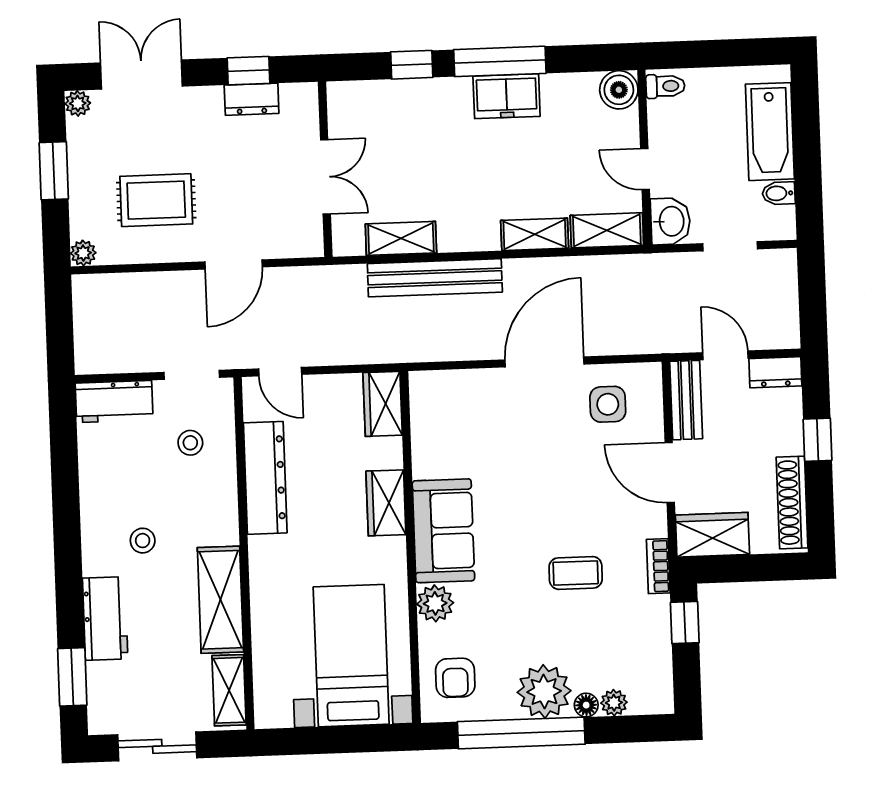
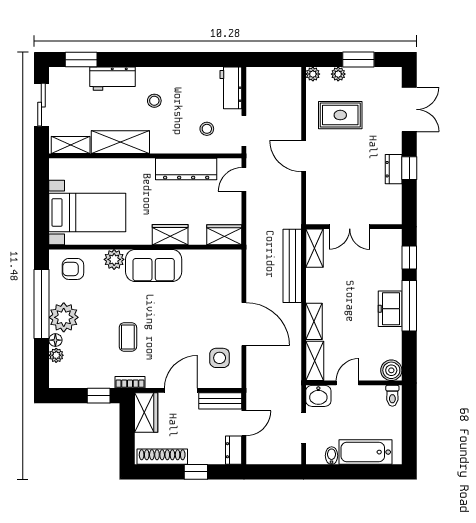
plant: (78, 103) -> (338, 74), moved
wall: (325, 169) -> (354, 227), moved
double door: (325, 177) -> (350, 227), moved
rug: (156, 200) -> (340, 115), turned 90

